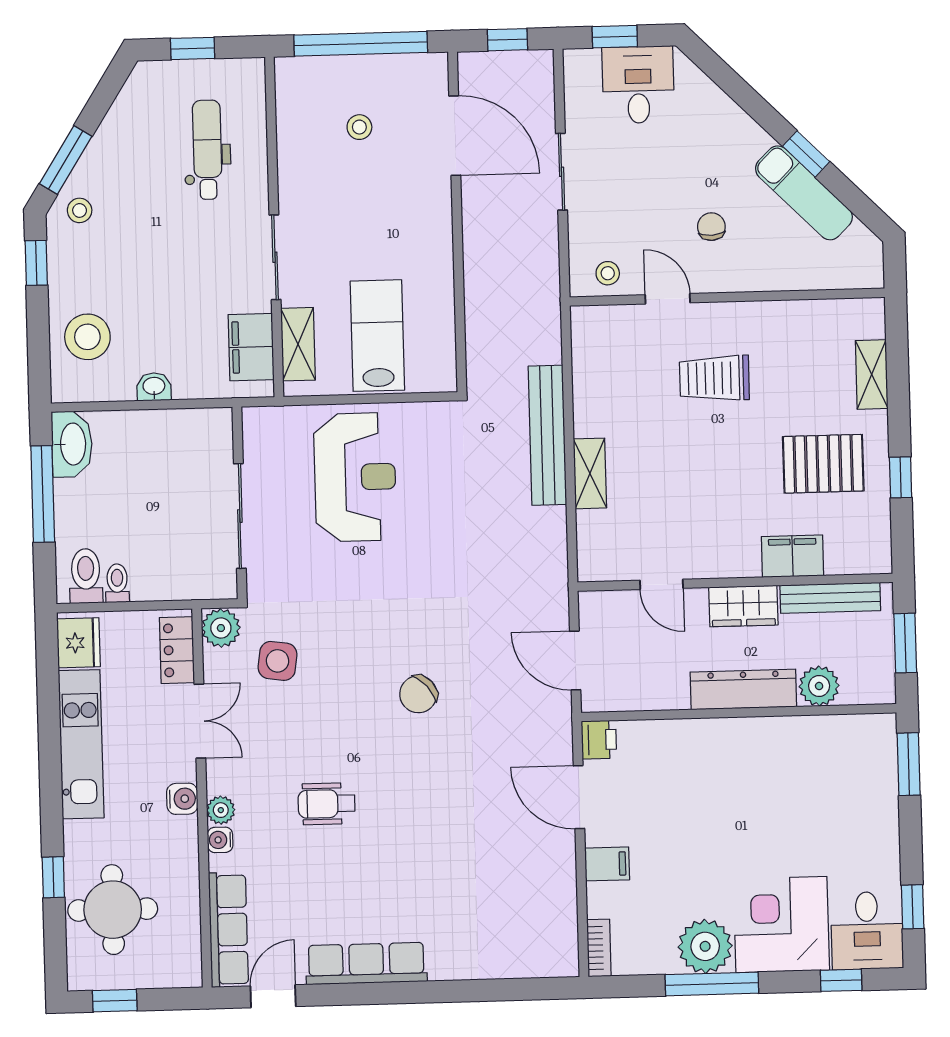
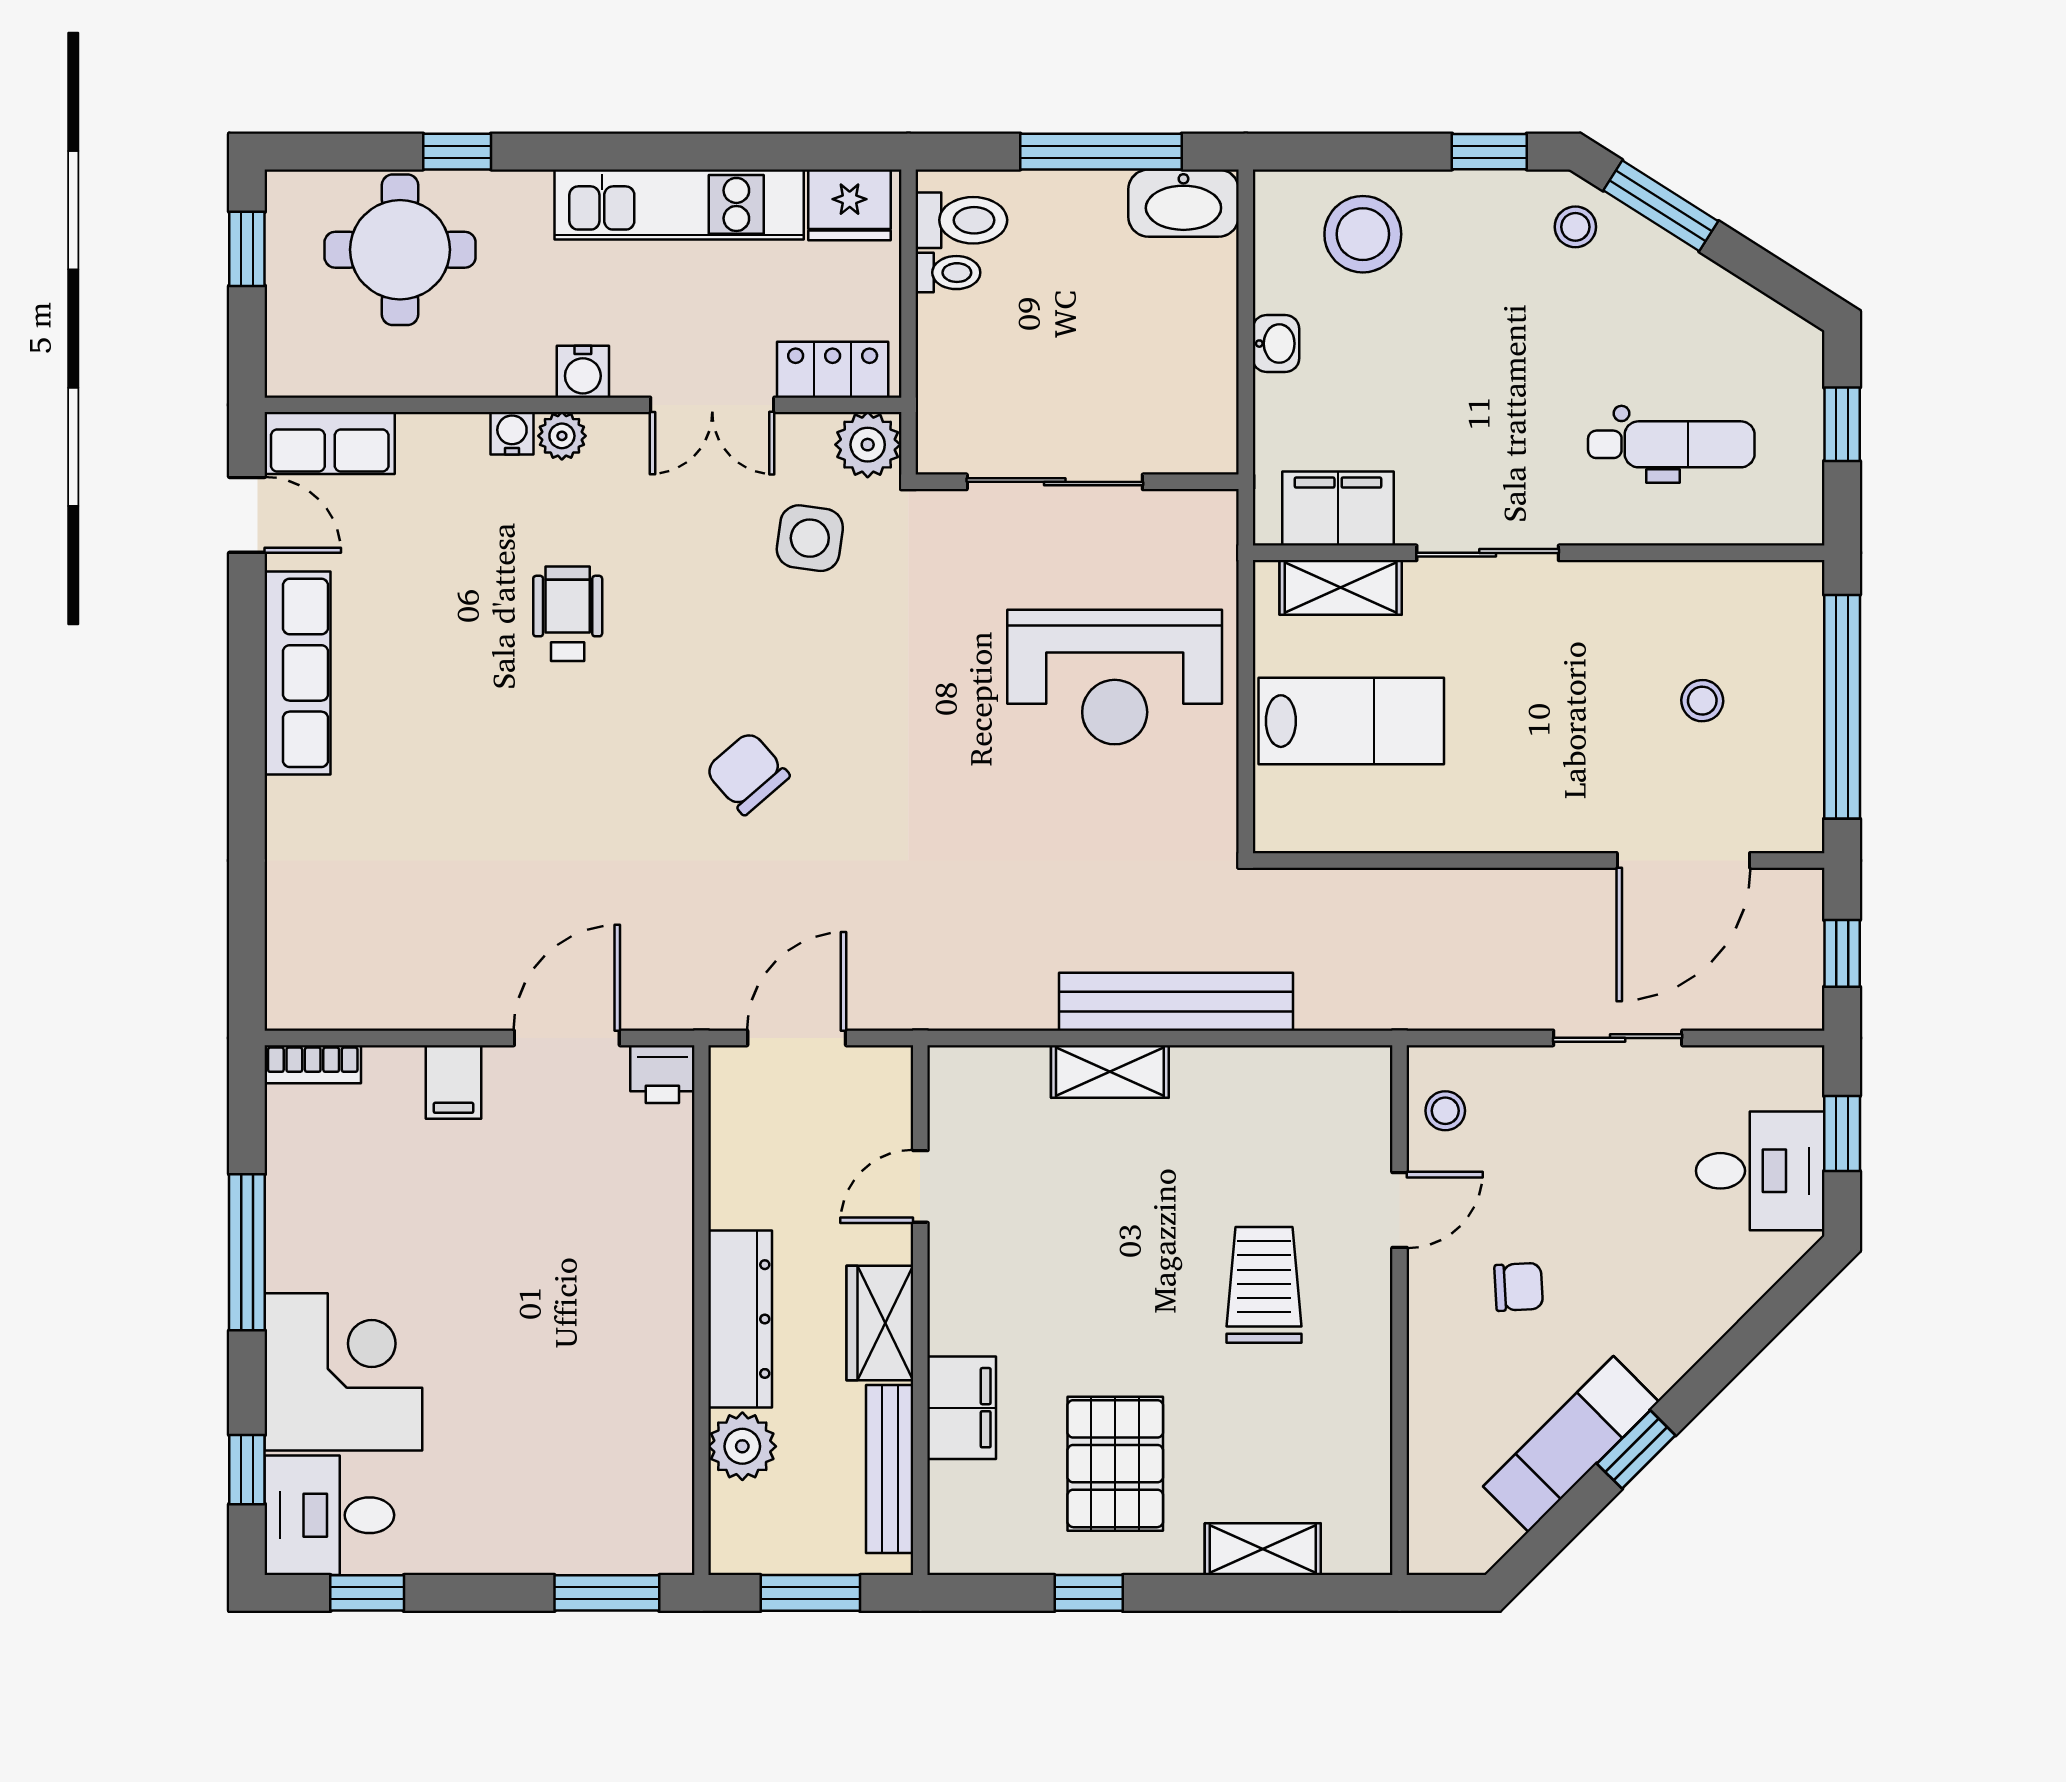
row of seats: (228, 930) -> (330, 443), width x0.68
plant: (705, 946) -> (310, 1243), removed

